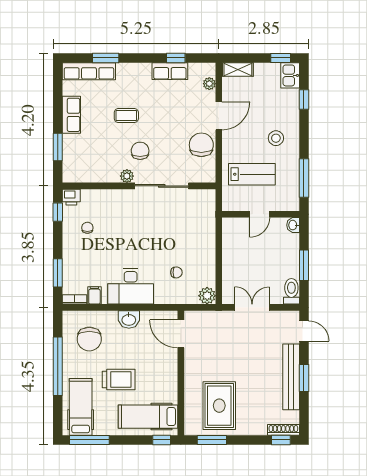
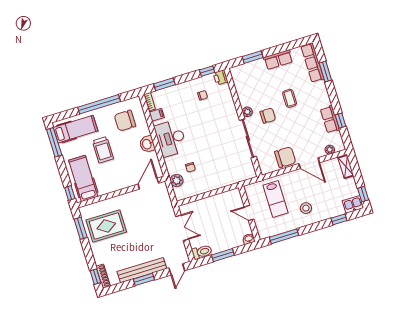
plant: (207, 296) -> (177, 180), moved

